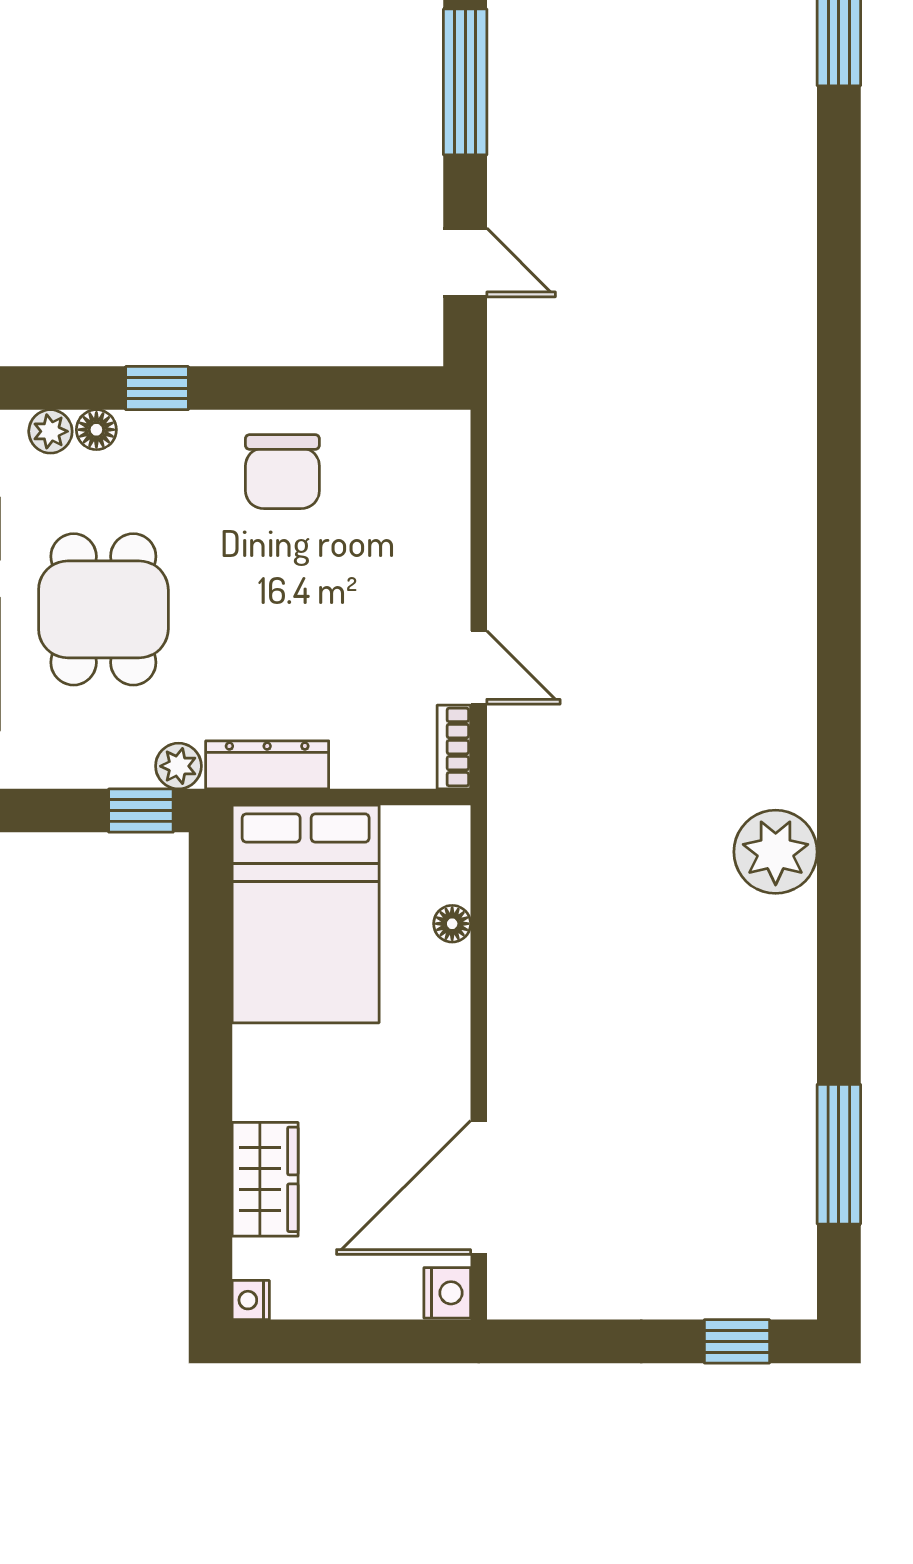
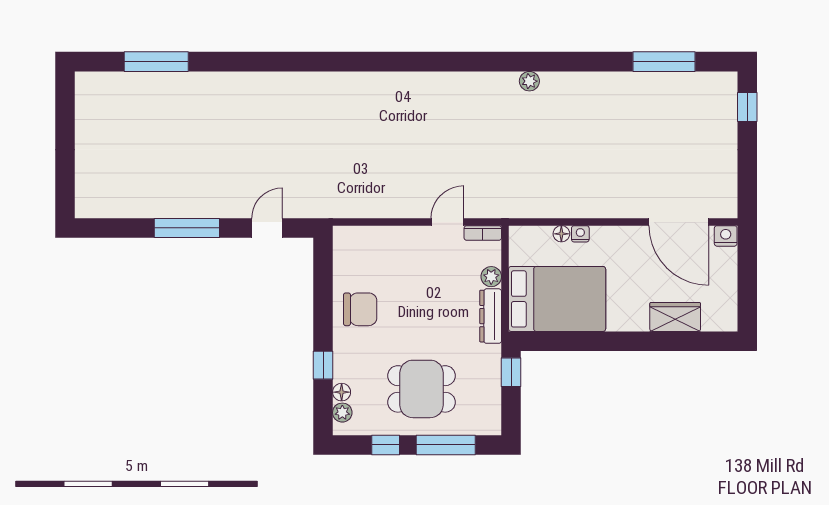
plant: (178, 766) -> (491, 277), moved
plant: (776, 852) -> (529, 81), width x0.53, depth x0.53
nightstand: (251, 1300) -> (580, 234), moved, turned 180

